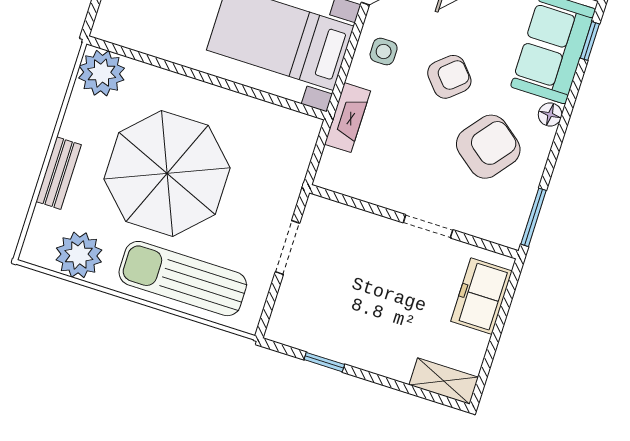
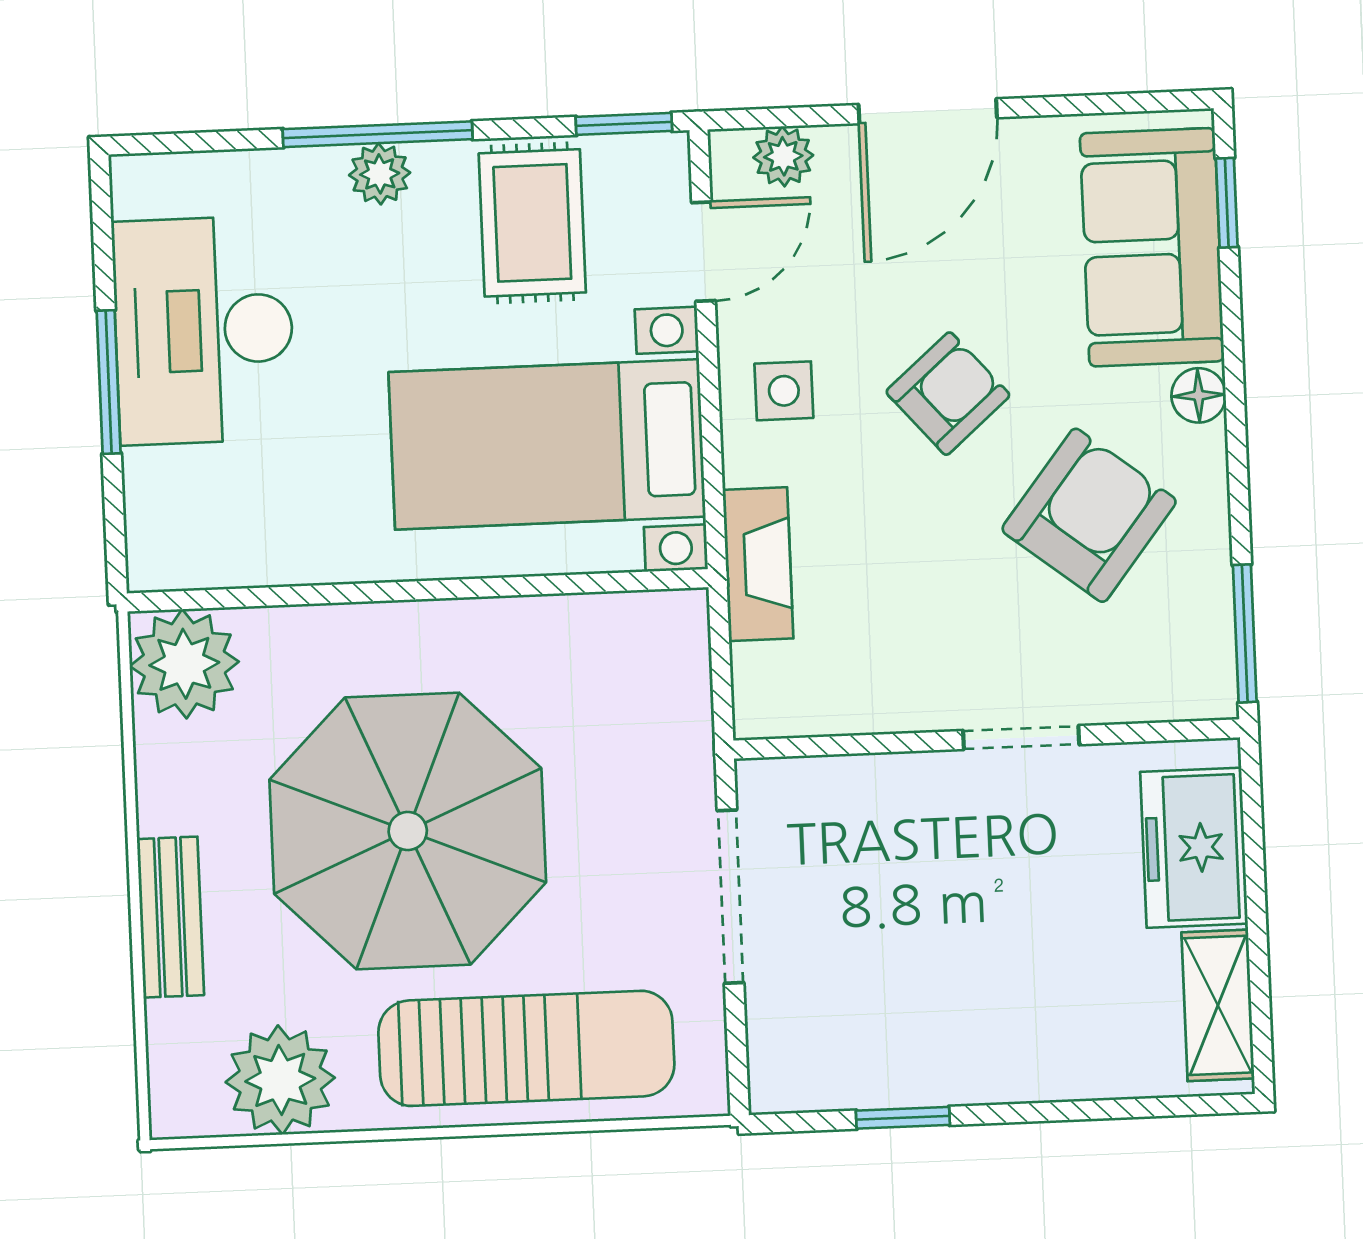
doorway: (287, 248) -> (731, 897), width x1.38
sun lounger: (183, 279) -> (526, 1048), turned 180
shelving: (444, 381) -> (1218, 1005), moved, turned 90

